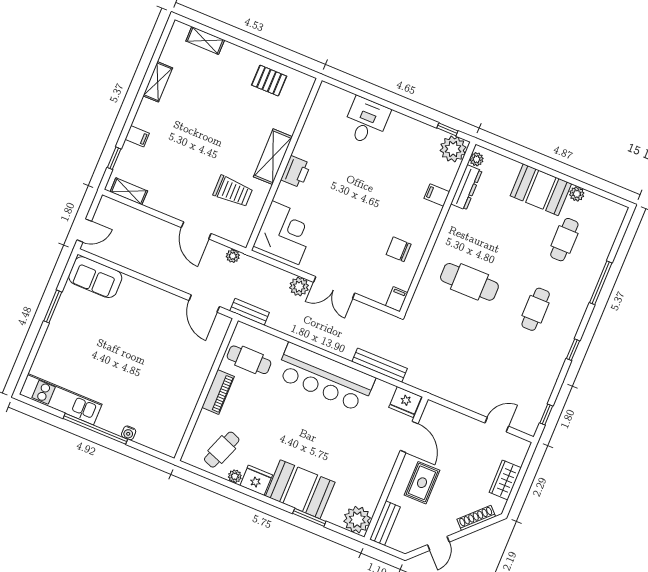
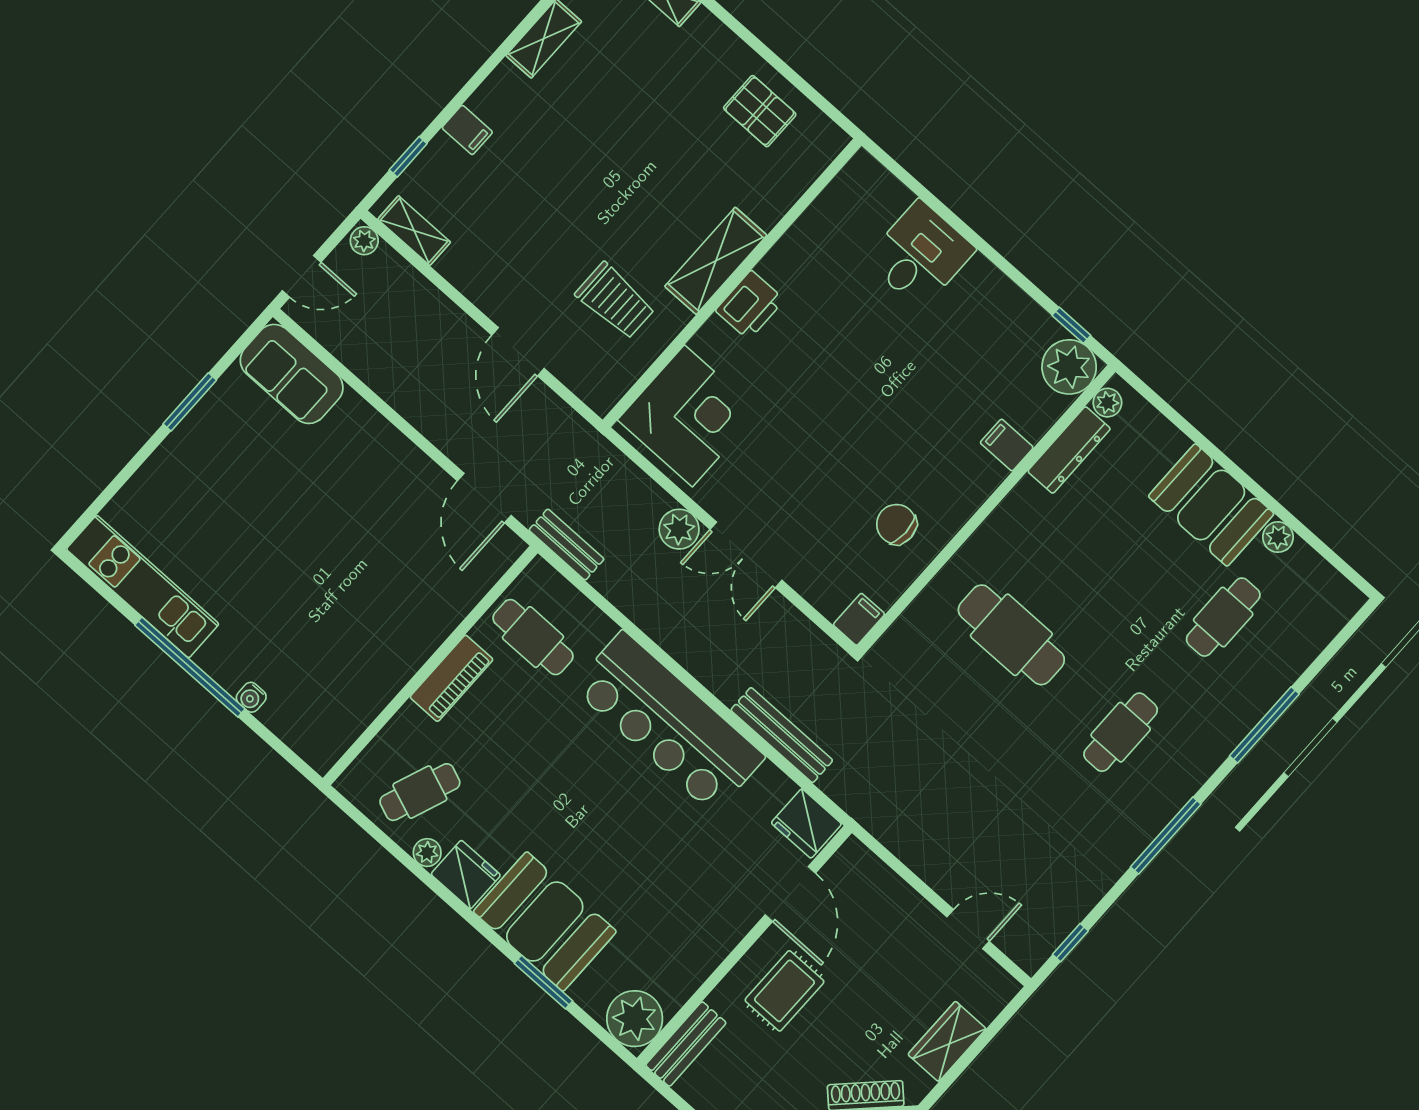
plant: (233, 256) -> (364, 241), moved
window: (573, 350) -> (1166, 836), width x2.17

